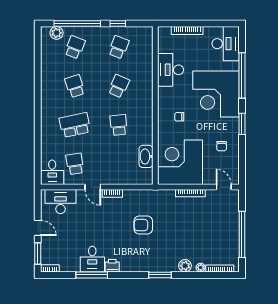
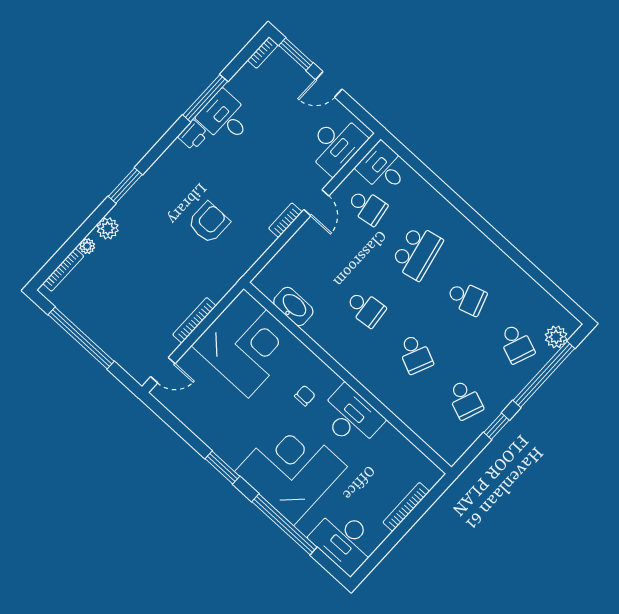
desk: (171, 70) -> (351, 417), moved
chair: (222, 146) -> (218, 415), removed
door: (93, 187) -> (316, 203), swing flipped

